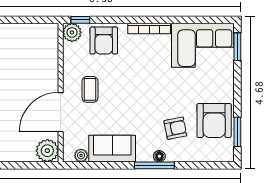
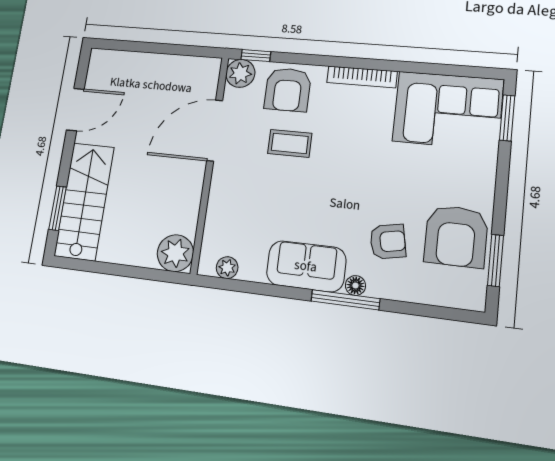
coffee table: (90, 89) -> (290, 143), moved, turned 90
door: (61, 112) -> (215, 131), moved
sofa: (112, 149) -> (306, 266), moved

